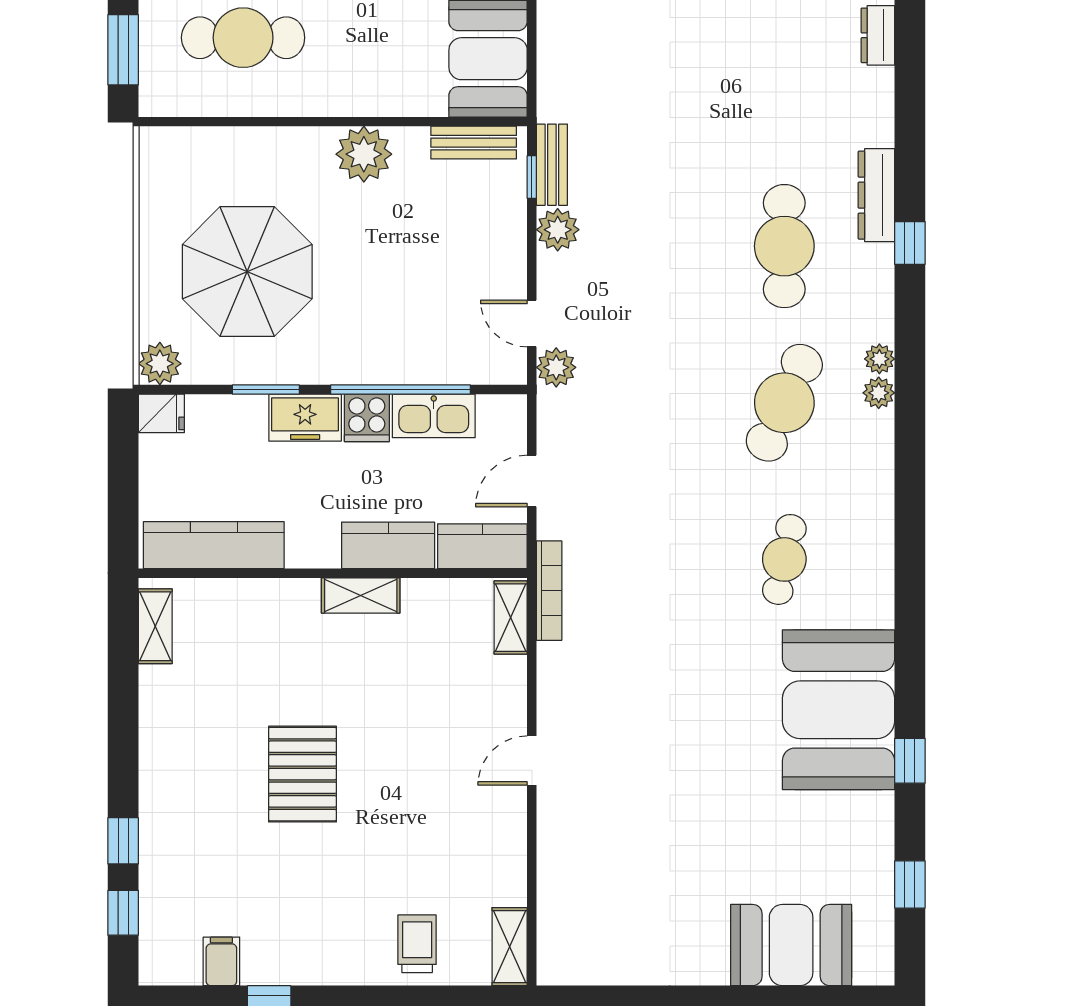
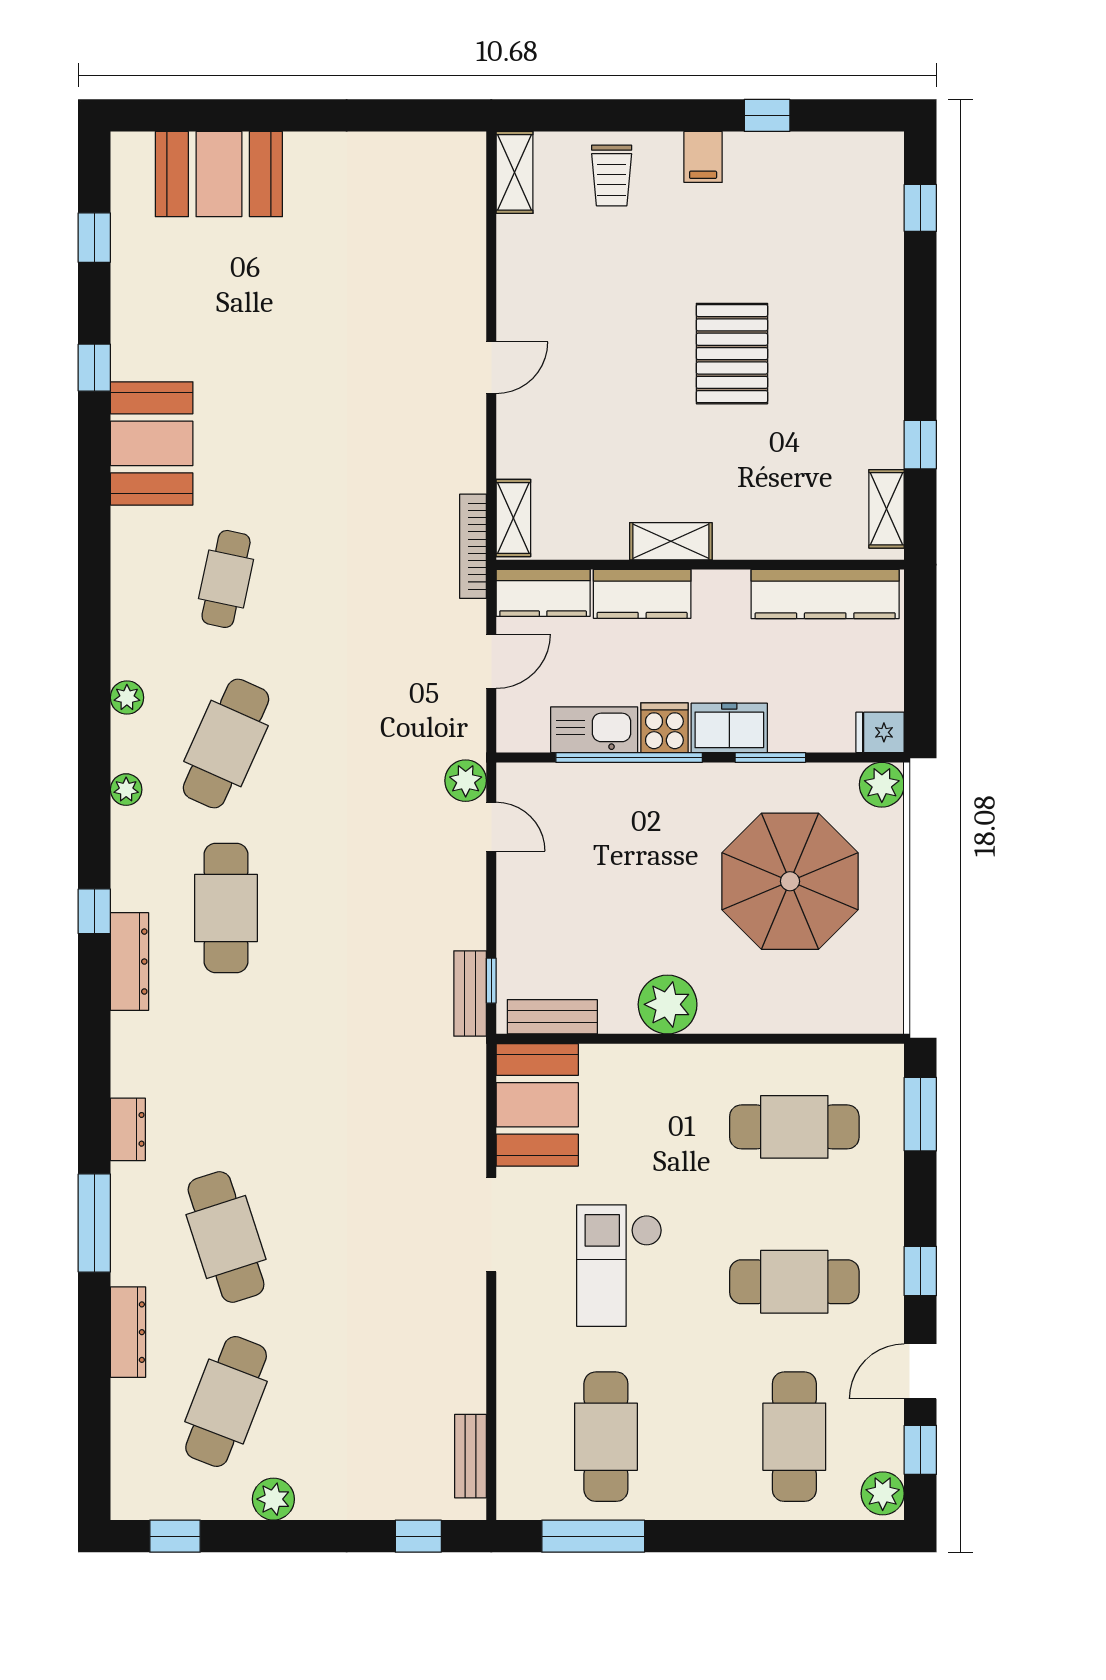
plant: (558, 230) -> (464, 925), removed
plant: (879, 393) -> (127, 698), moved
booth: (838, 710) -> (152, 443), width x0.73, depth x0.70
window: (123, 841) -> (920, 445), moved
filing cabinet: (221, 961) -> (703, 157), moved

